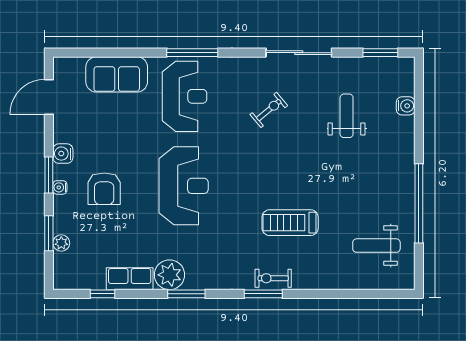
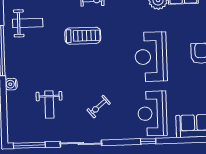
window: (192, 53) -> (148, 141), width x0.46
window: (380, 53) -> (29, 145), width x1.44
water cooler: (406, 106) -> (11, 84), moved

